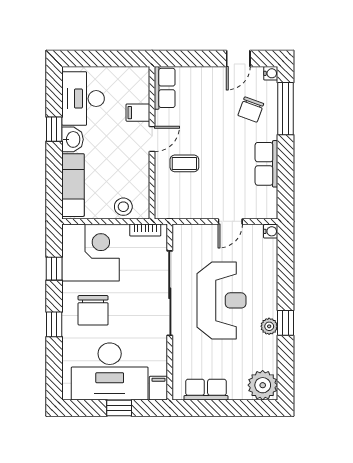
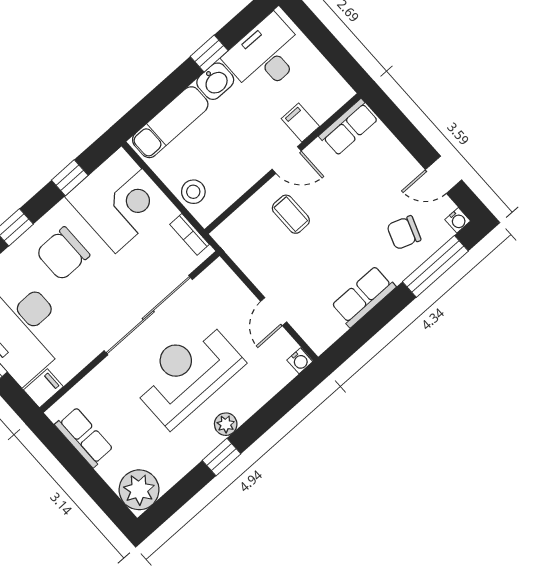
door: (230, 221) -> (274, 312), hinge flipped
reception desk: (222, 300) -> (187, 373), turned 180
plant: (269, 326) -> (226, 424), moved

